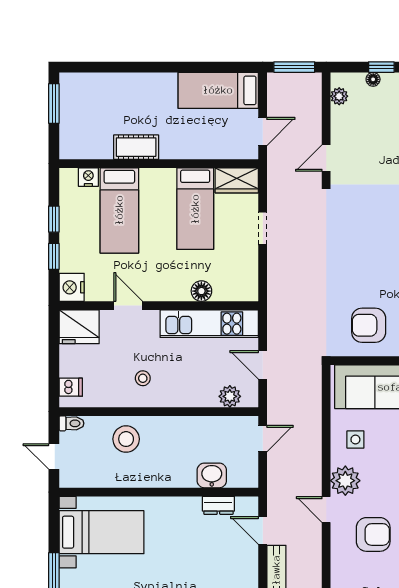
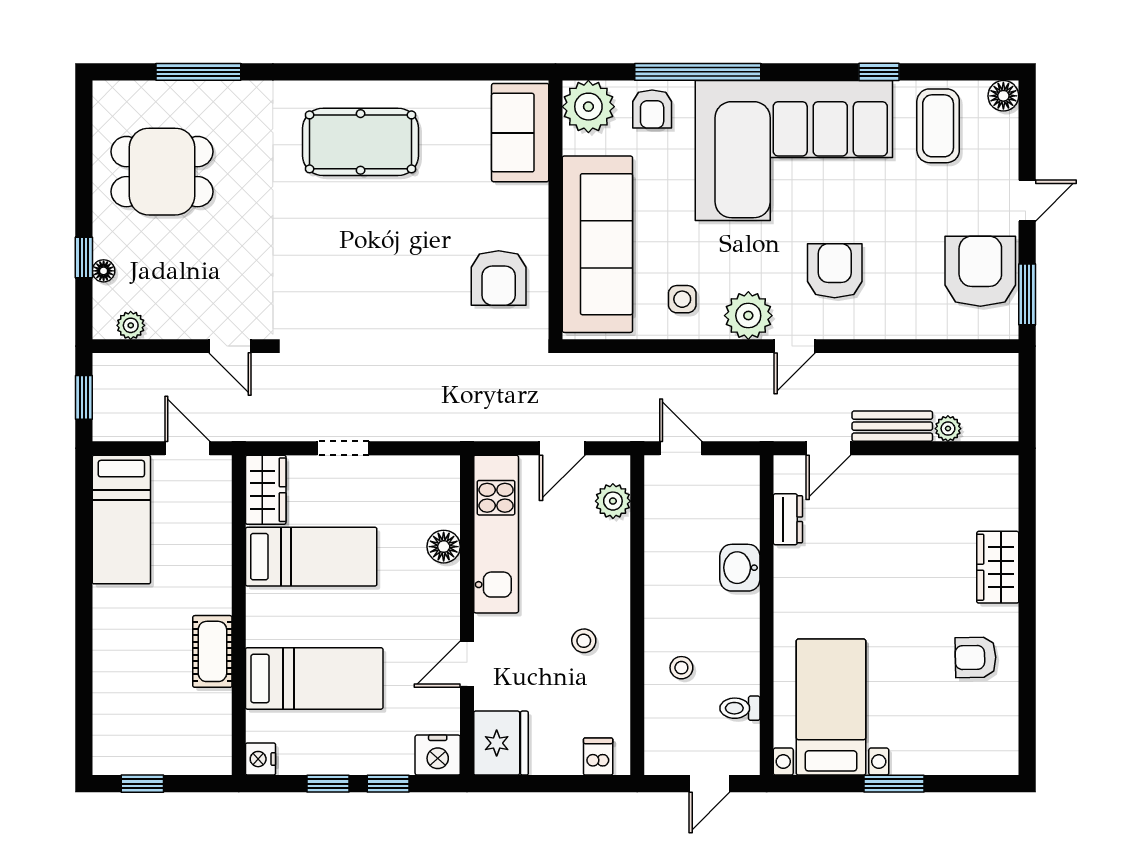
window: (294, 67) -> (84, 397), width x0.67
window: (54, 103) -> (142, 784), width x0.67
nightstand: (88, 177) -> (260, 759), moved
toilet: (72, 423) -> (740, 708), moved, turned -90
stool: (126, 439) -> (681, 668), width x0.53, depth x0.53
washbasin: (212, 475) -> (740, 568), moved

